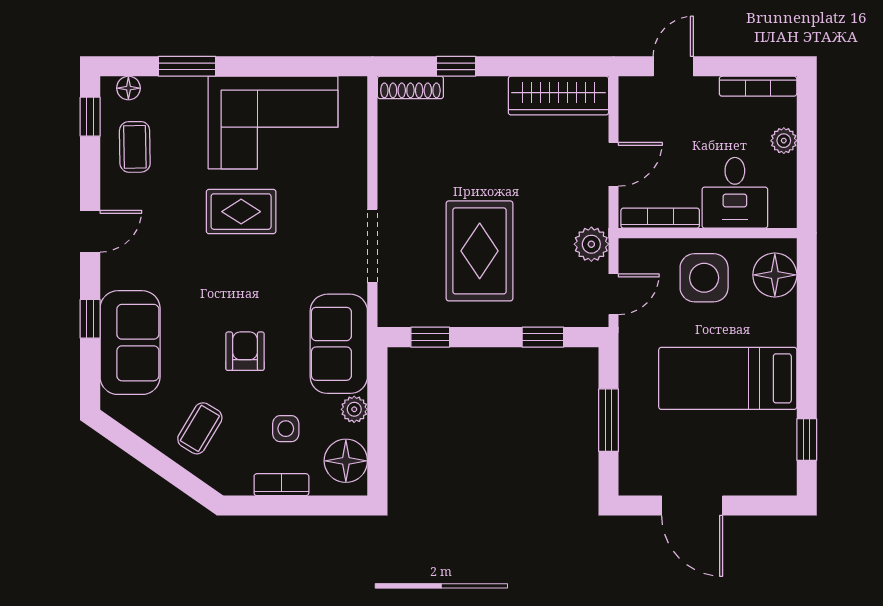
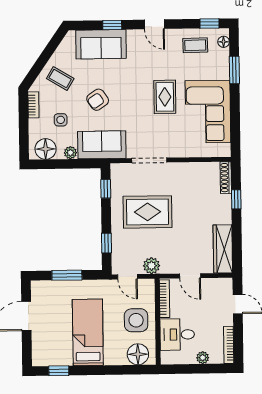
armchair: (245, 351) -> (98, 100), turned 146
bookcase: (281, 485) -> (33, 105), moved

